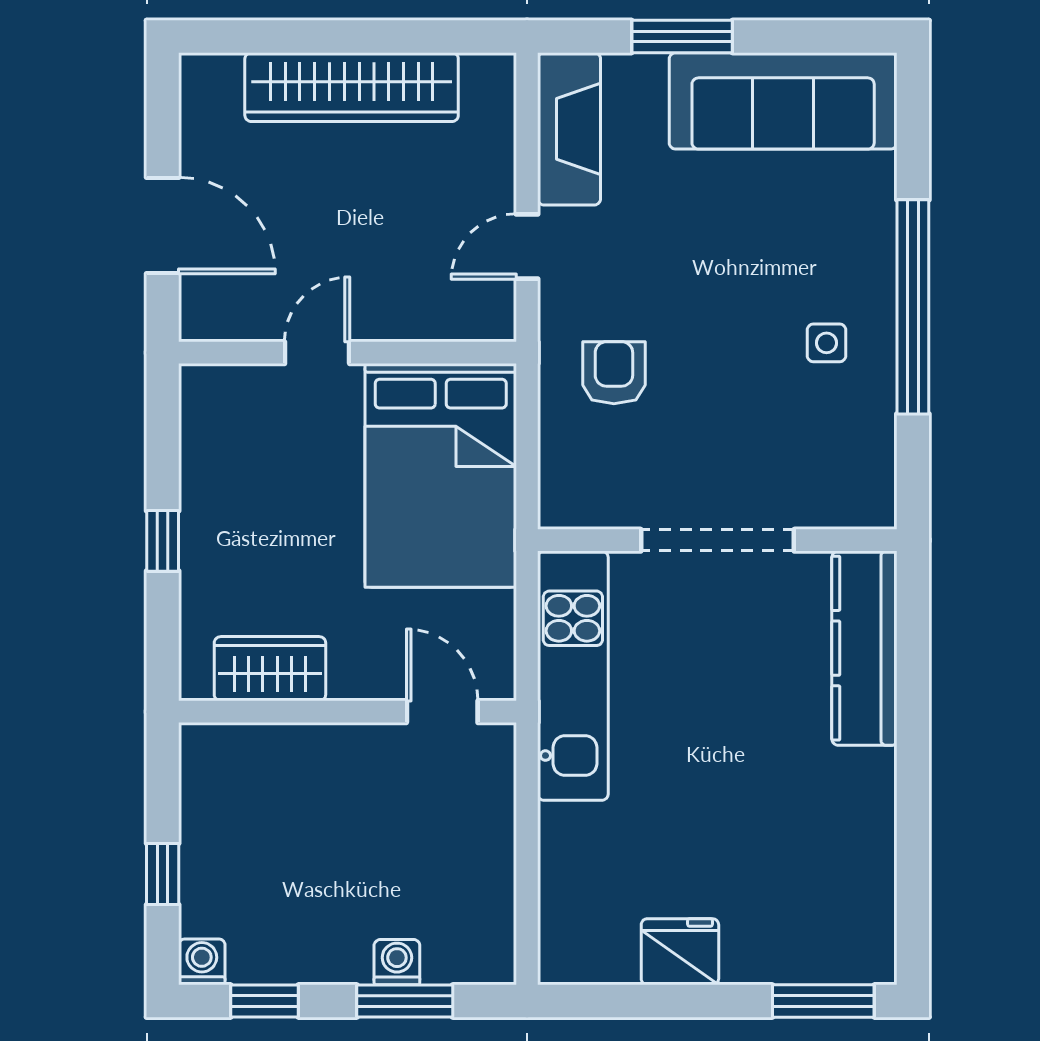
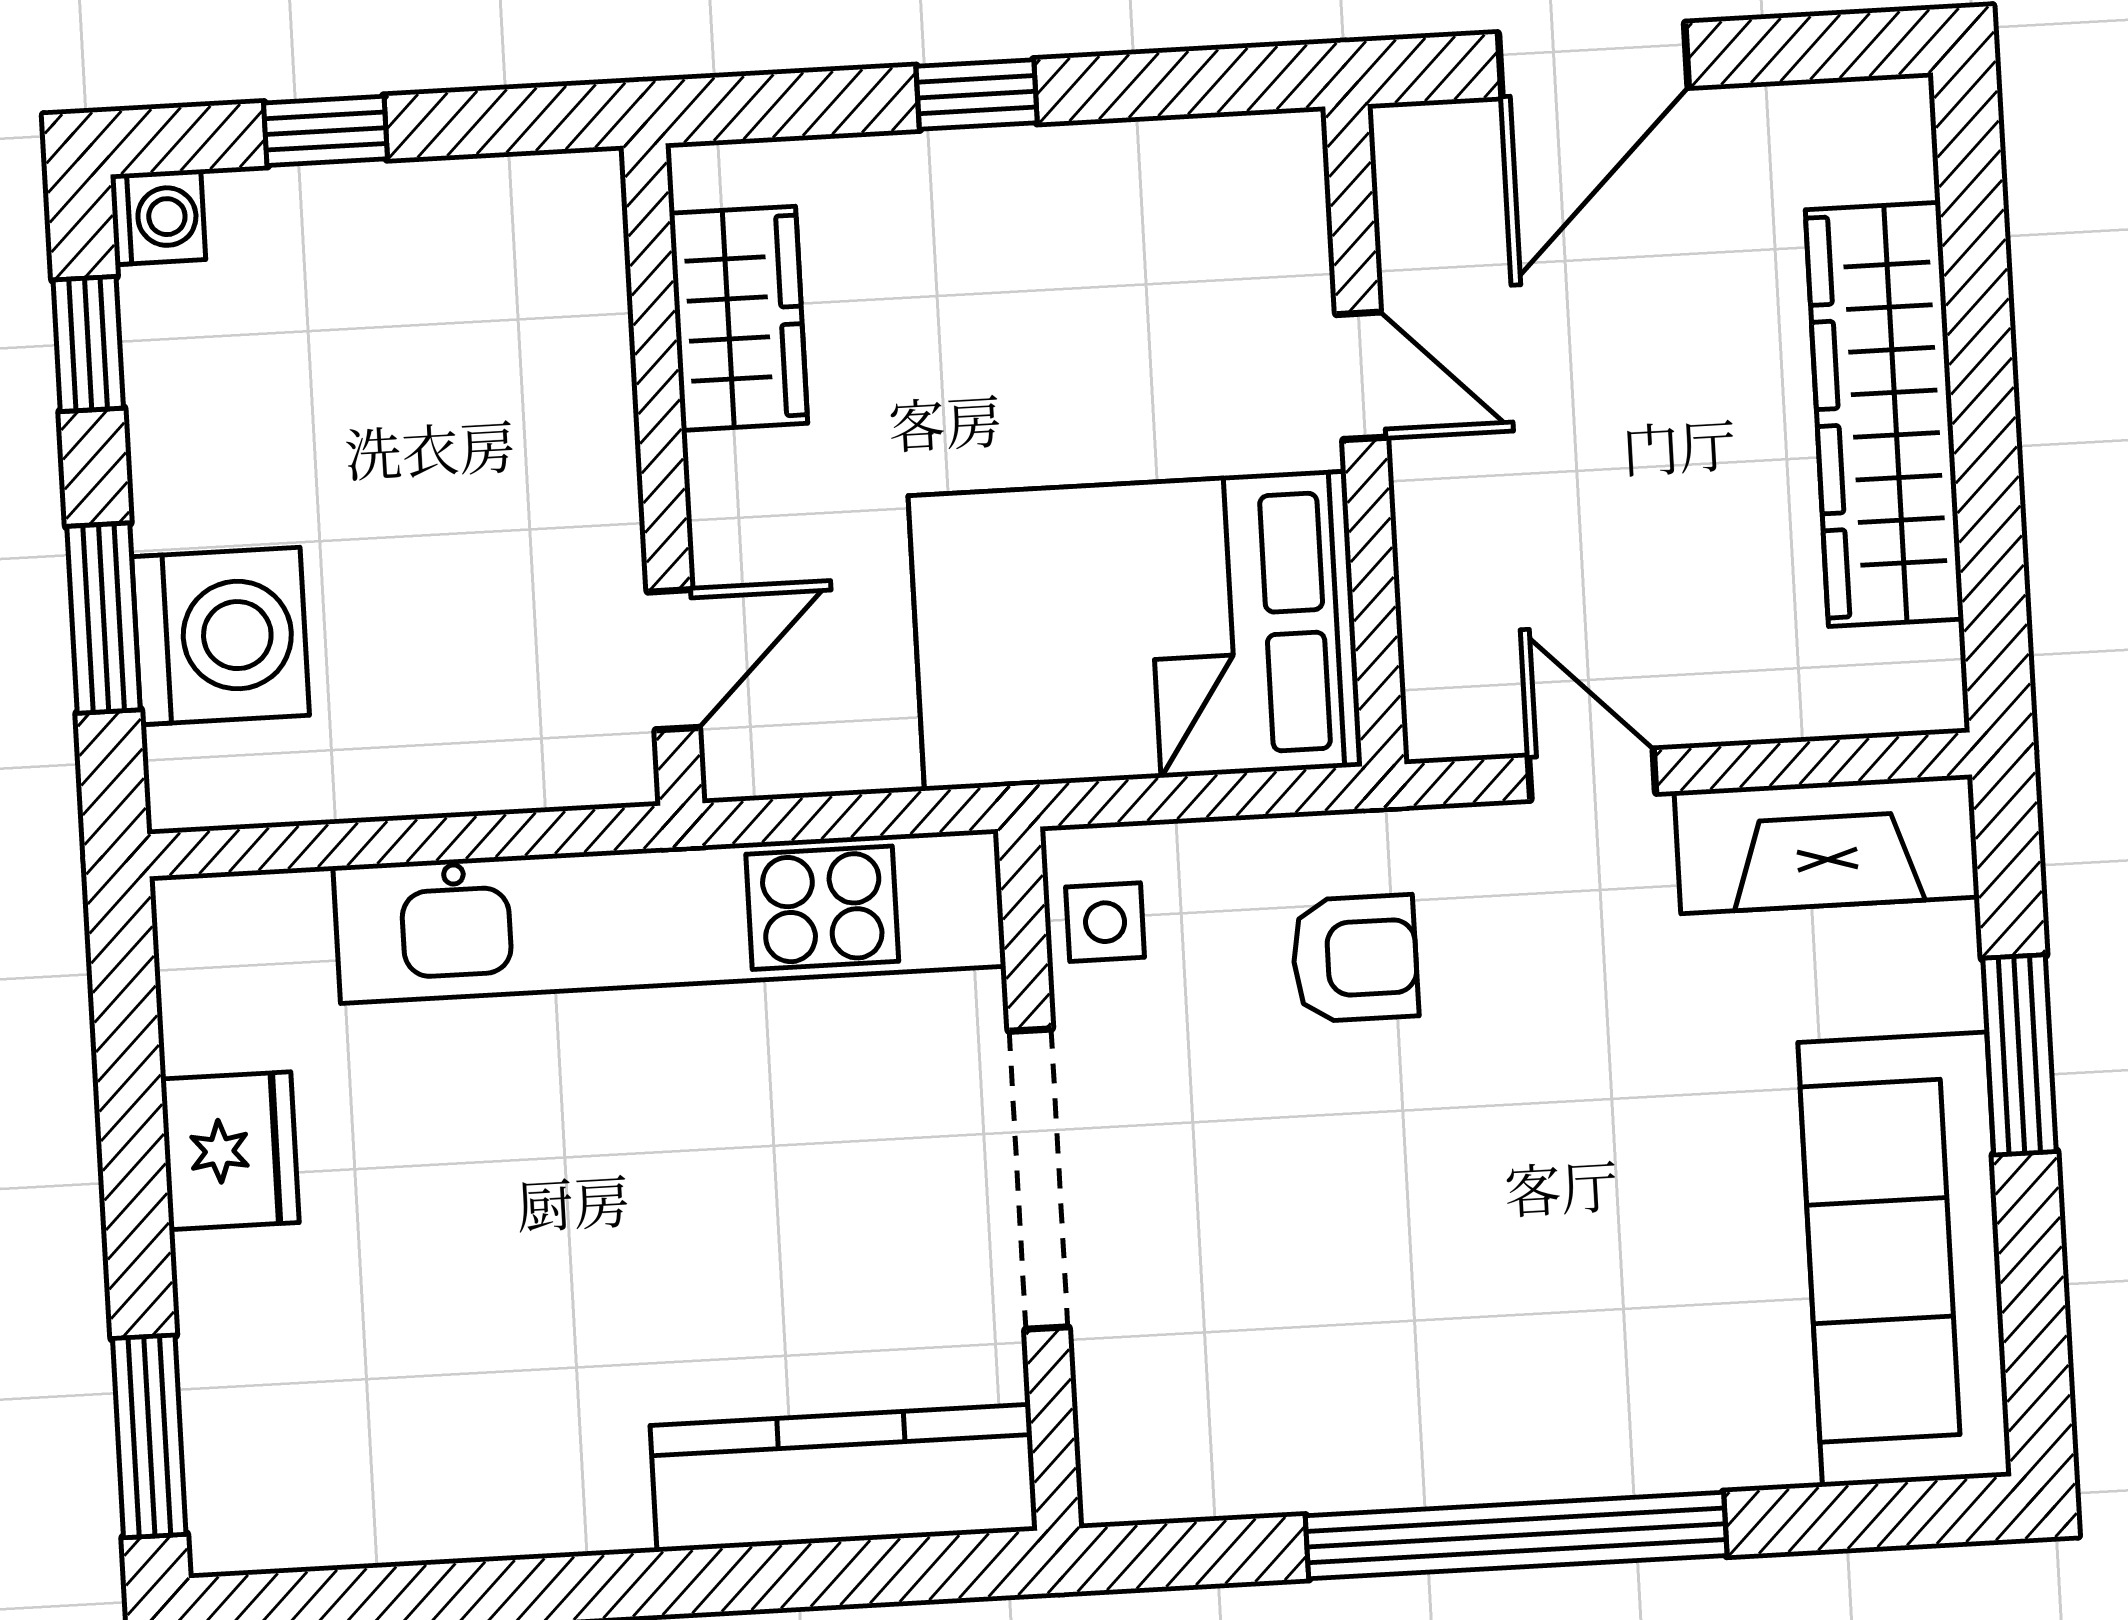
side table: (827, 343) -> (1105, 922), moved
kitchen unit: (573, 676) -> (669, 916), width x1.36
washing machine: (397, 962) -> (220, 636), width x1.89, depth x1.89

